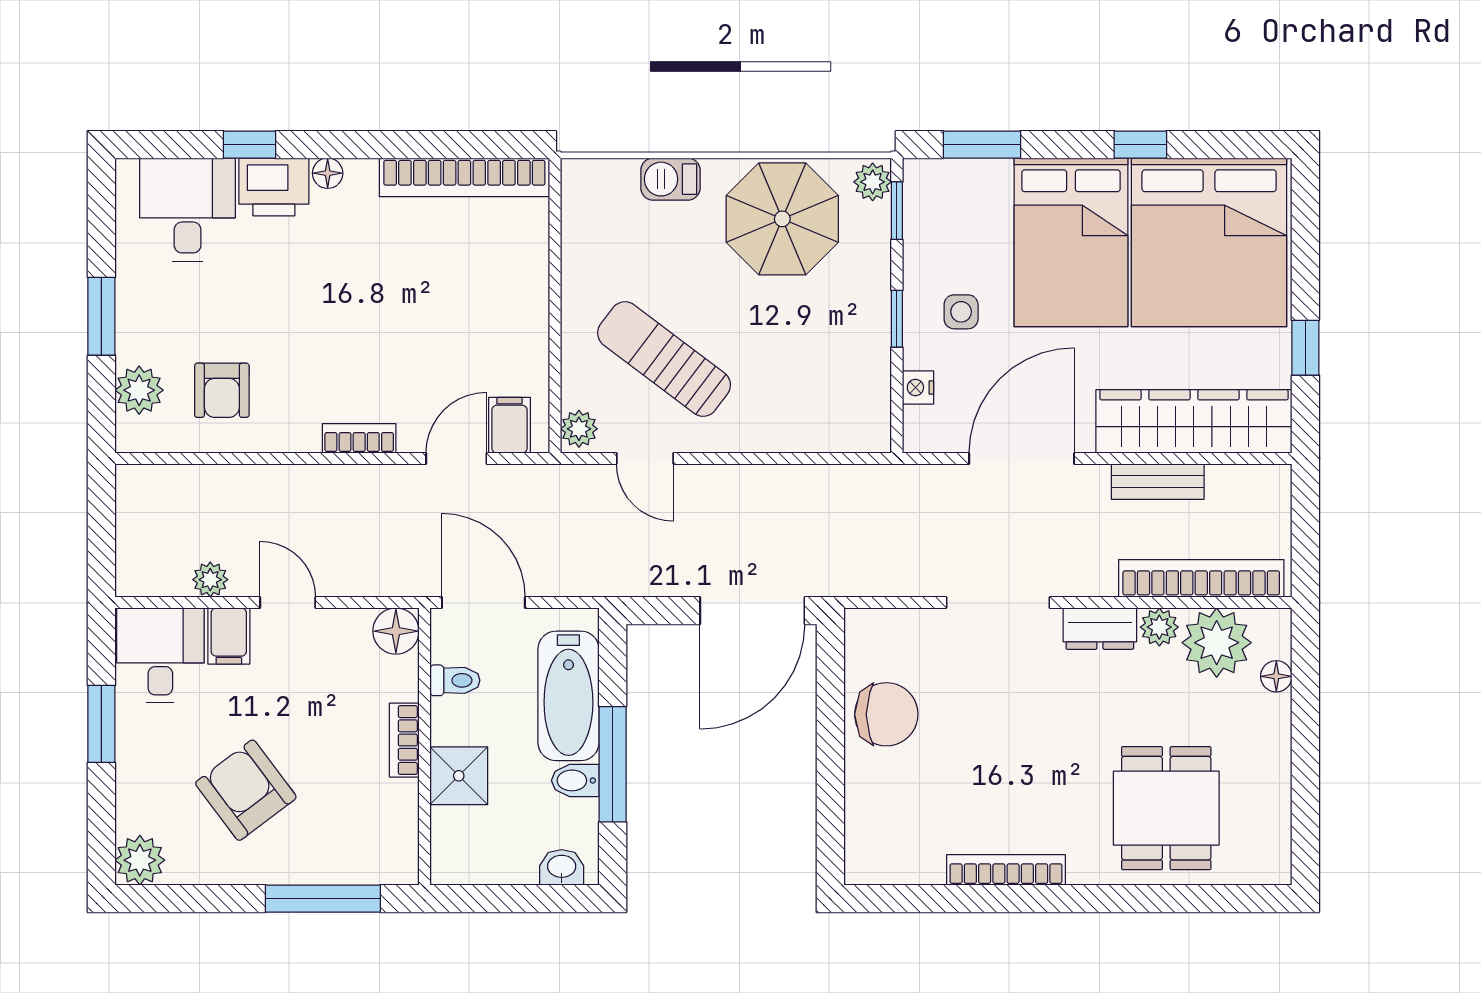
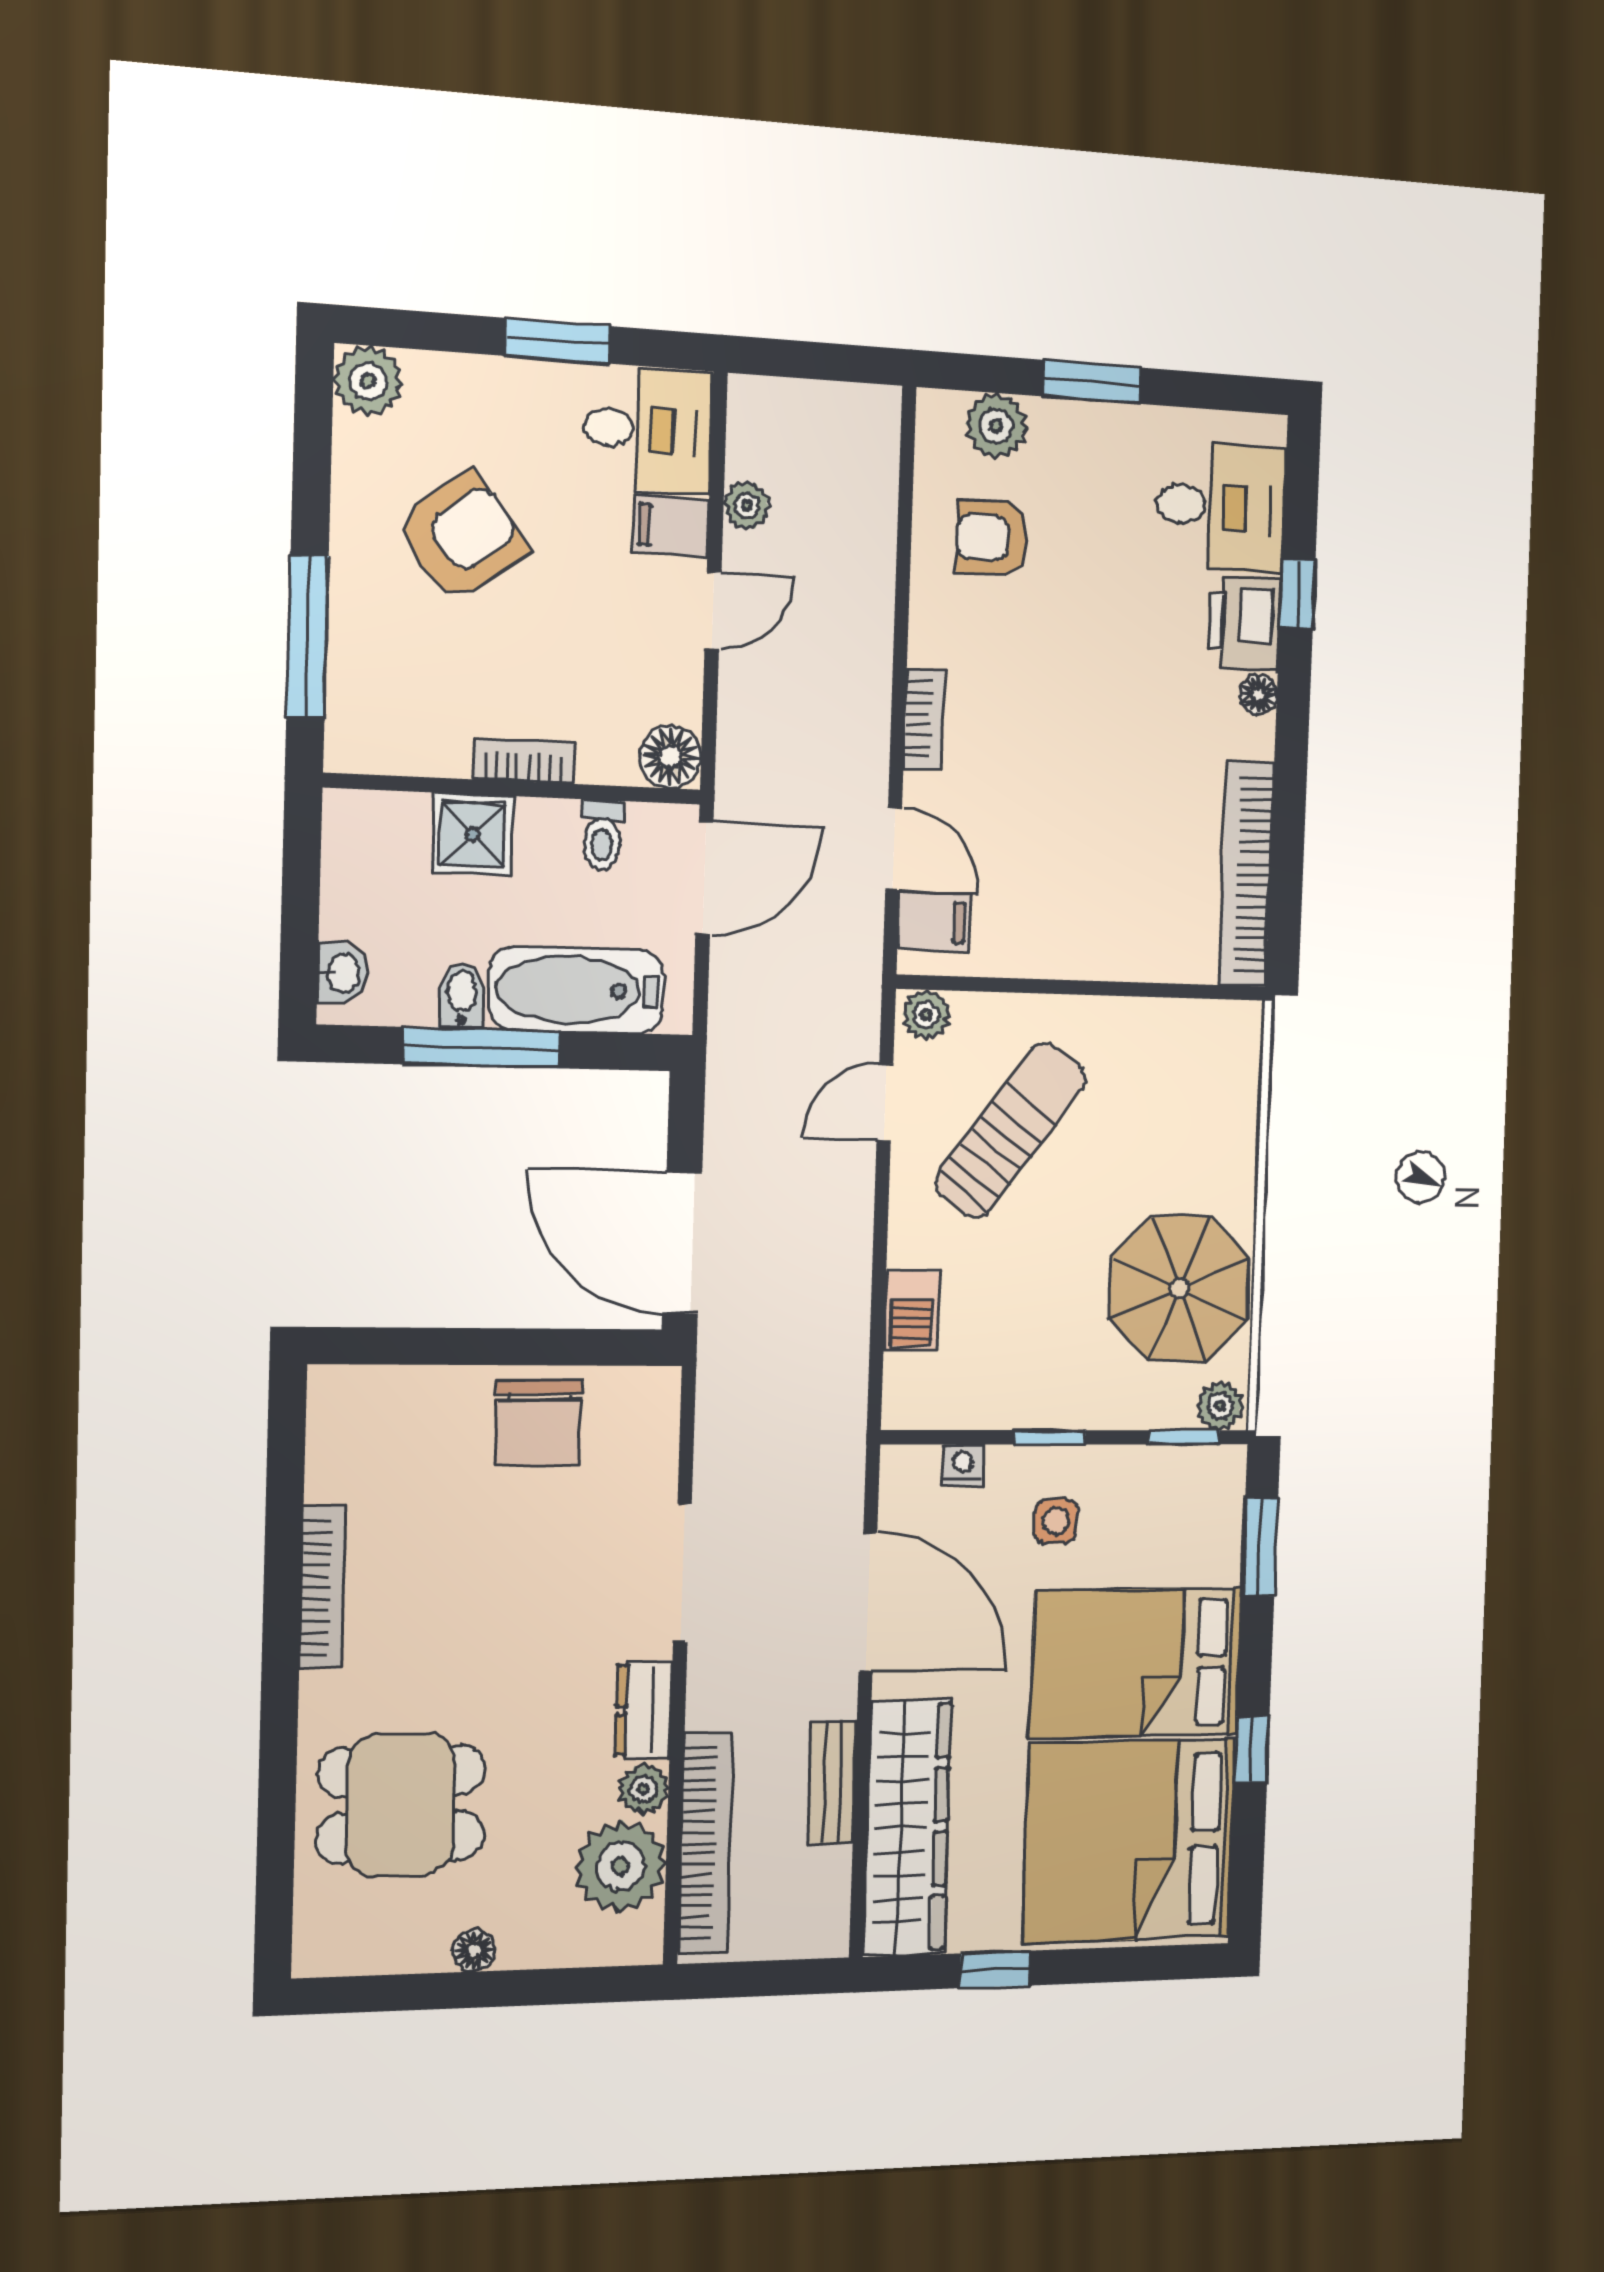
barbecue: (670, 179) -> (912, 1311), moved, turned 180
floor lamp: (1276, 676) -> (474, 1951), moved

